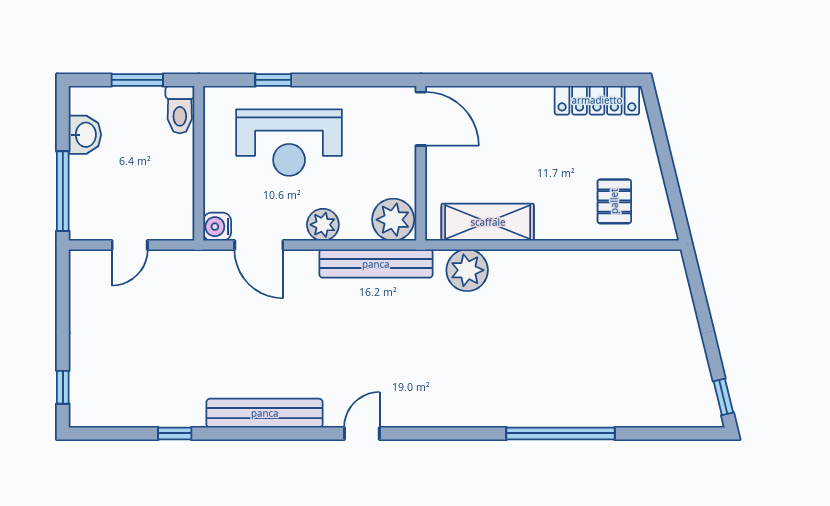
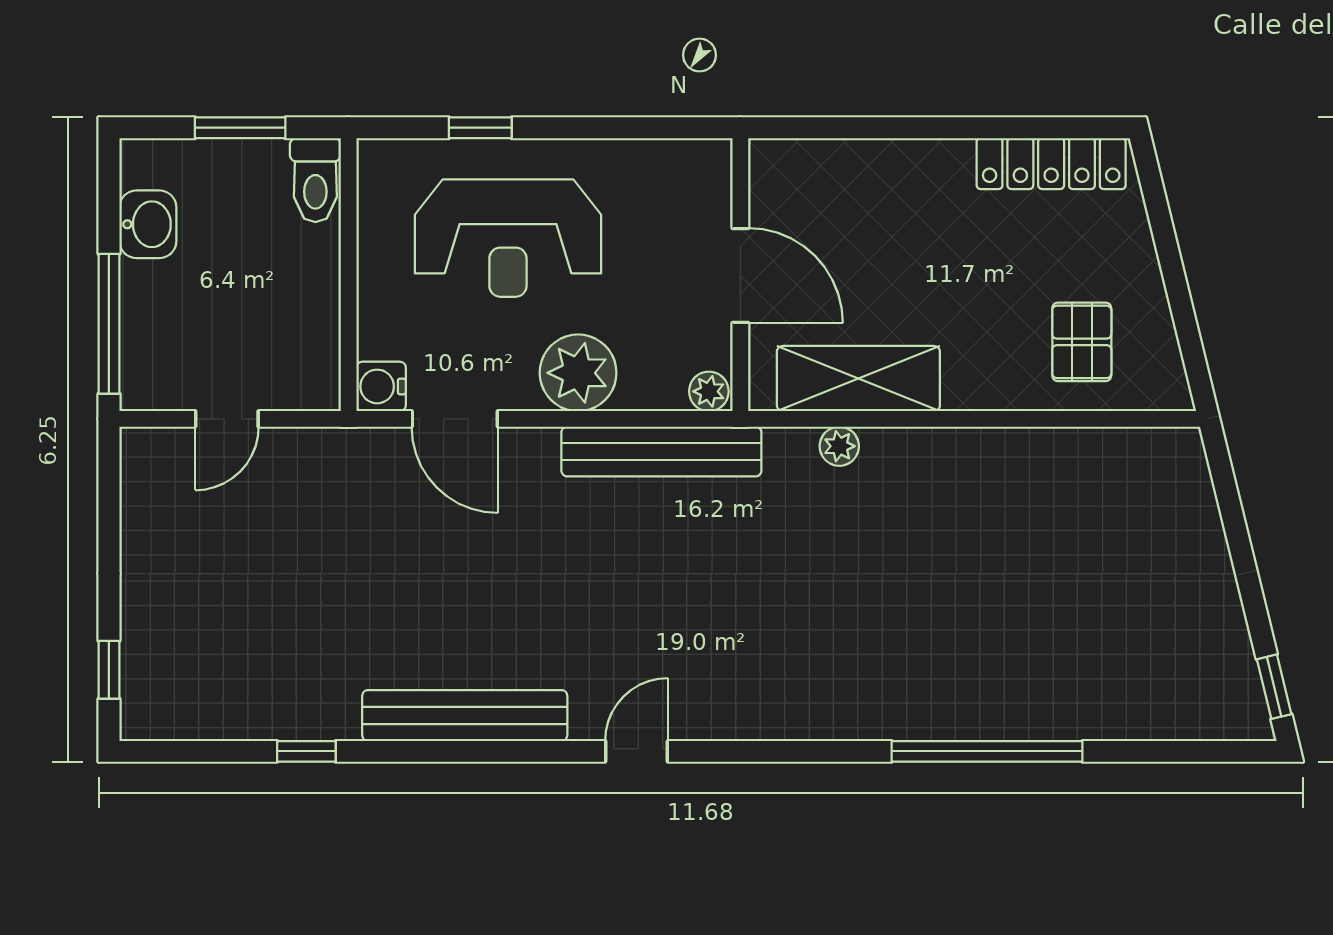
door: (421, 119) -> (740, 275), moved
plant: (393, 220) -> (709, 391), width x0.53, depth x0.53
plant: (323, 225) -> (578, 373), width x1.36, depth x1.36
plant: (467, 270) -> (839, 446), width x0.53, depth x0.53

